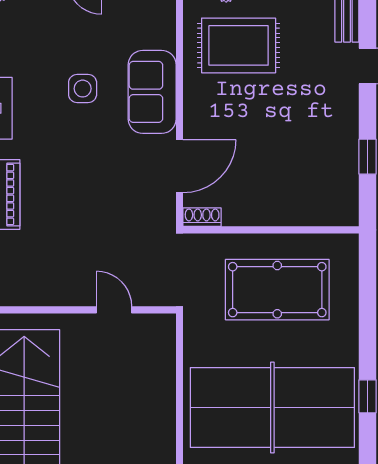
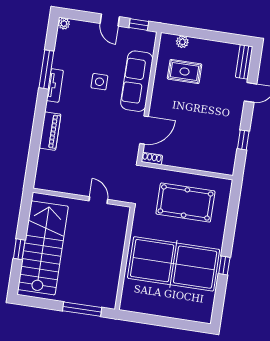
rug: (239, 45) -> (185, 72), width x0.73, depth x0.70
sofa: (152, 92) -> (137, 81), width x1.36

